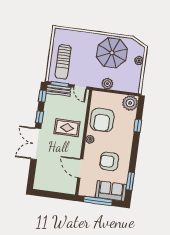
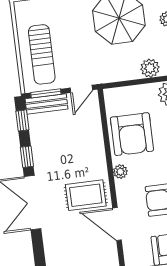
plant: (107, 84) -> (150, 68), moved
door: (80, 87) -> (81, 89), hinge flipped
rug: (67, 128) -> (86, 195), moved

